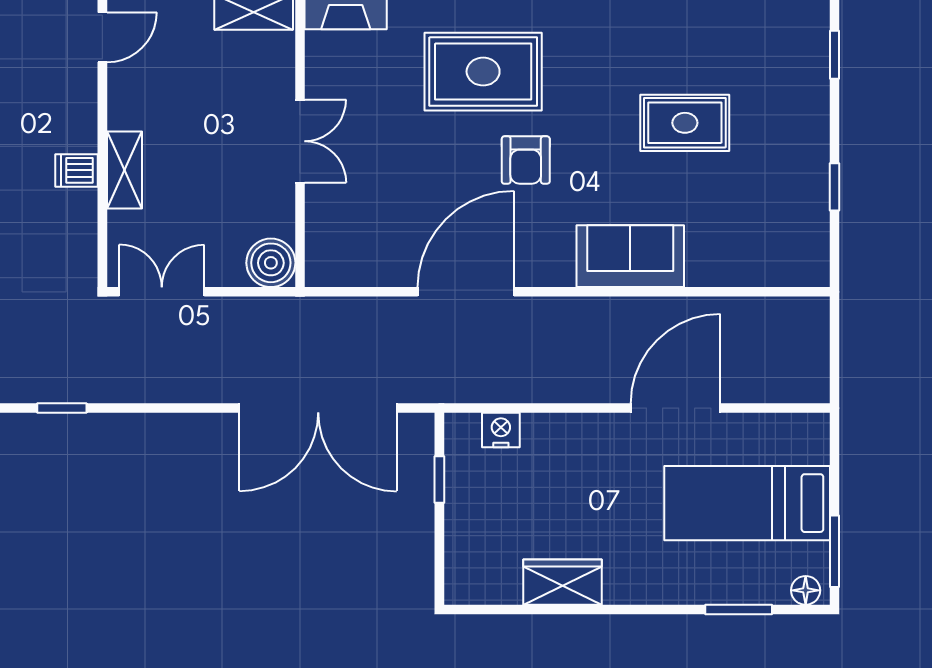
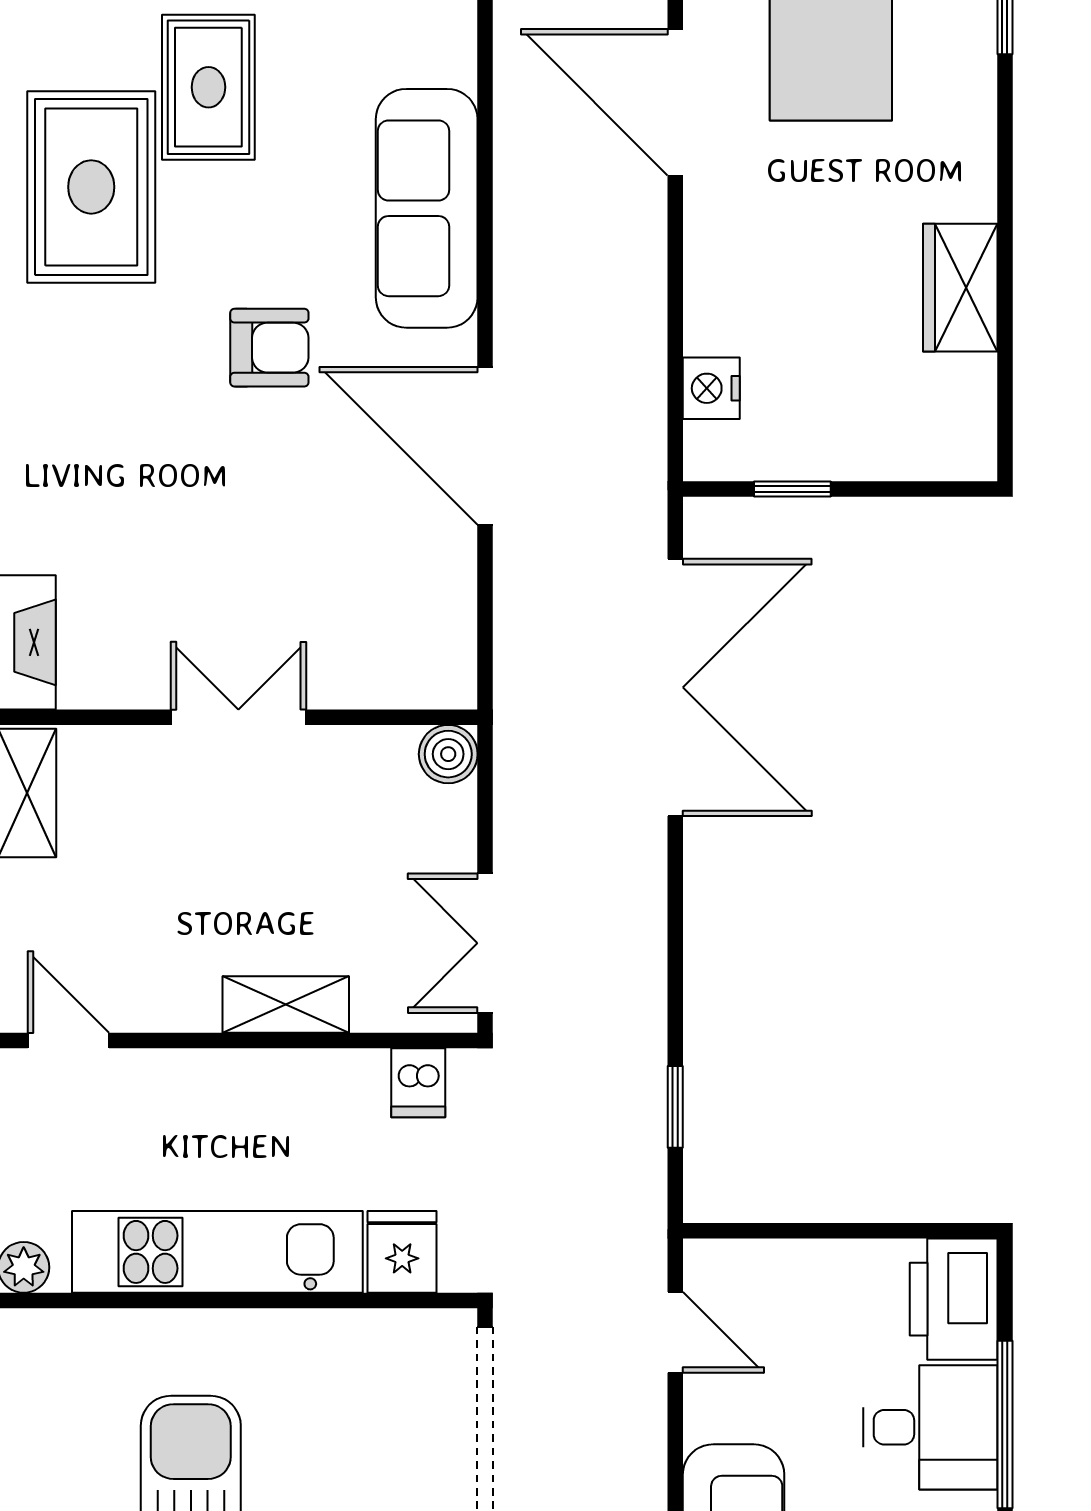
rug: (483, 72) -> (91, 187), moved
dishwasher: (77, 170) -> (418, 1083), moved
sofa: (630, 256) -> (427, 208), width x1.36
boiler: (271, 263) -> (448, 754), width x0.73, depth x0.73

